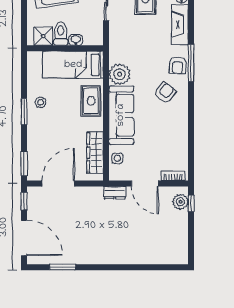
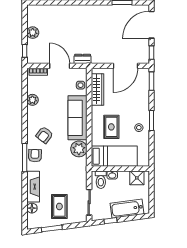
toilet: (61, 34) -> (101, 180), moved
rug: (91, 101) -> (111, 127), moved
plant: (181, 139) -> (32, 100), added
plant: (180, 202) -> (33, 33), moved
door: (24, 238) -> (151, 25), hinge flipped

